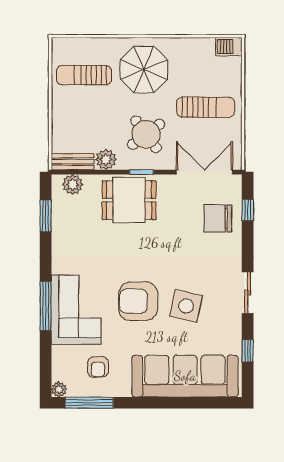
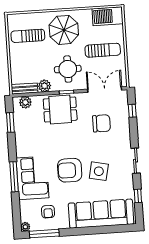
barbecue: (229, 47) -> (108, 16), width x1.88, depth x1.53
round table: (146, 134) -> (68, 69), turned 37
chair: (218, 218) -> (101, 123), moved, turned 180

